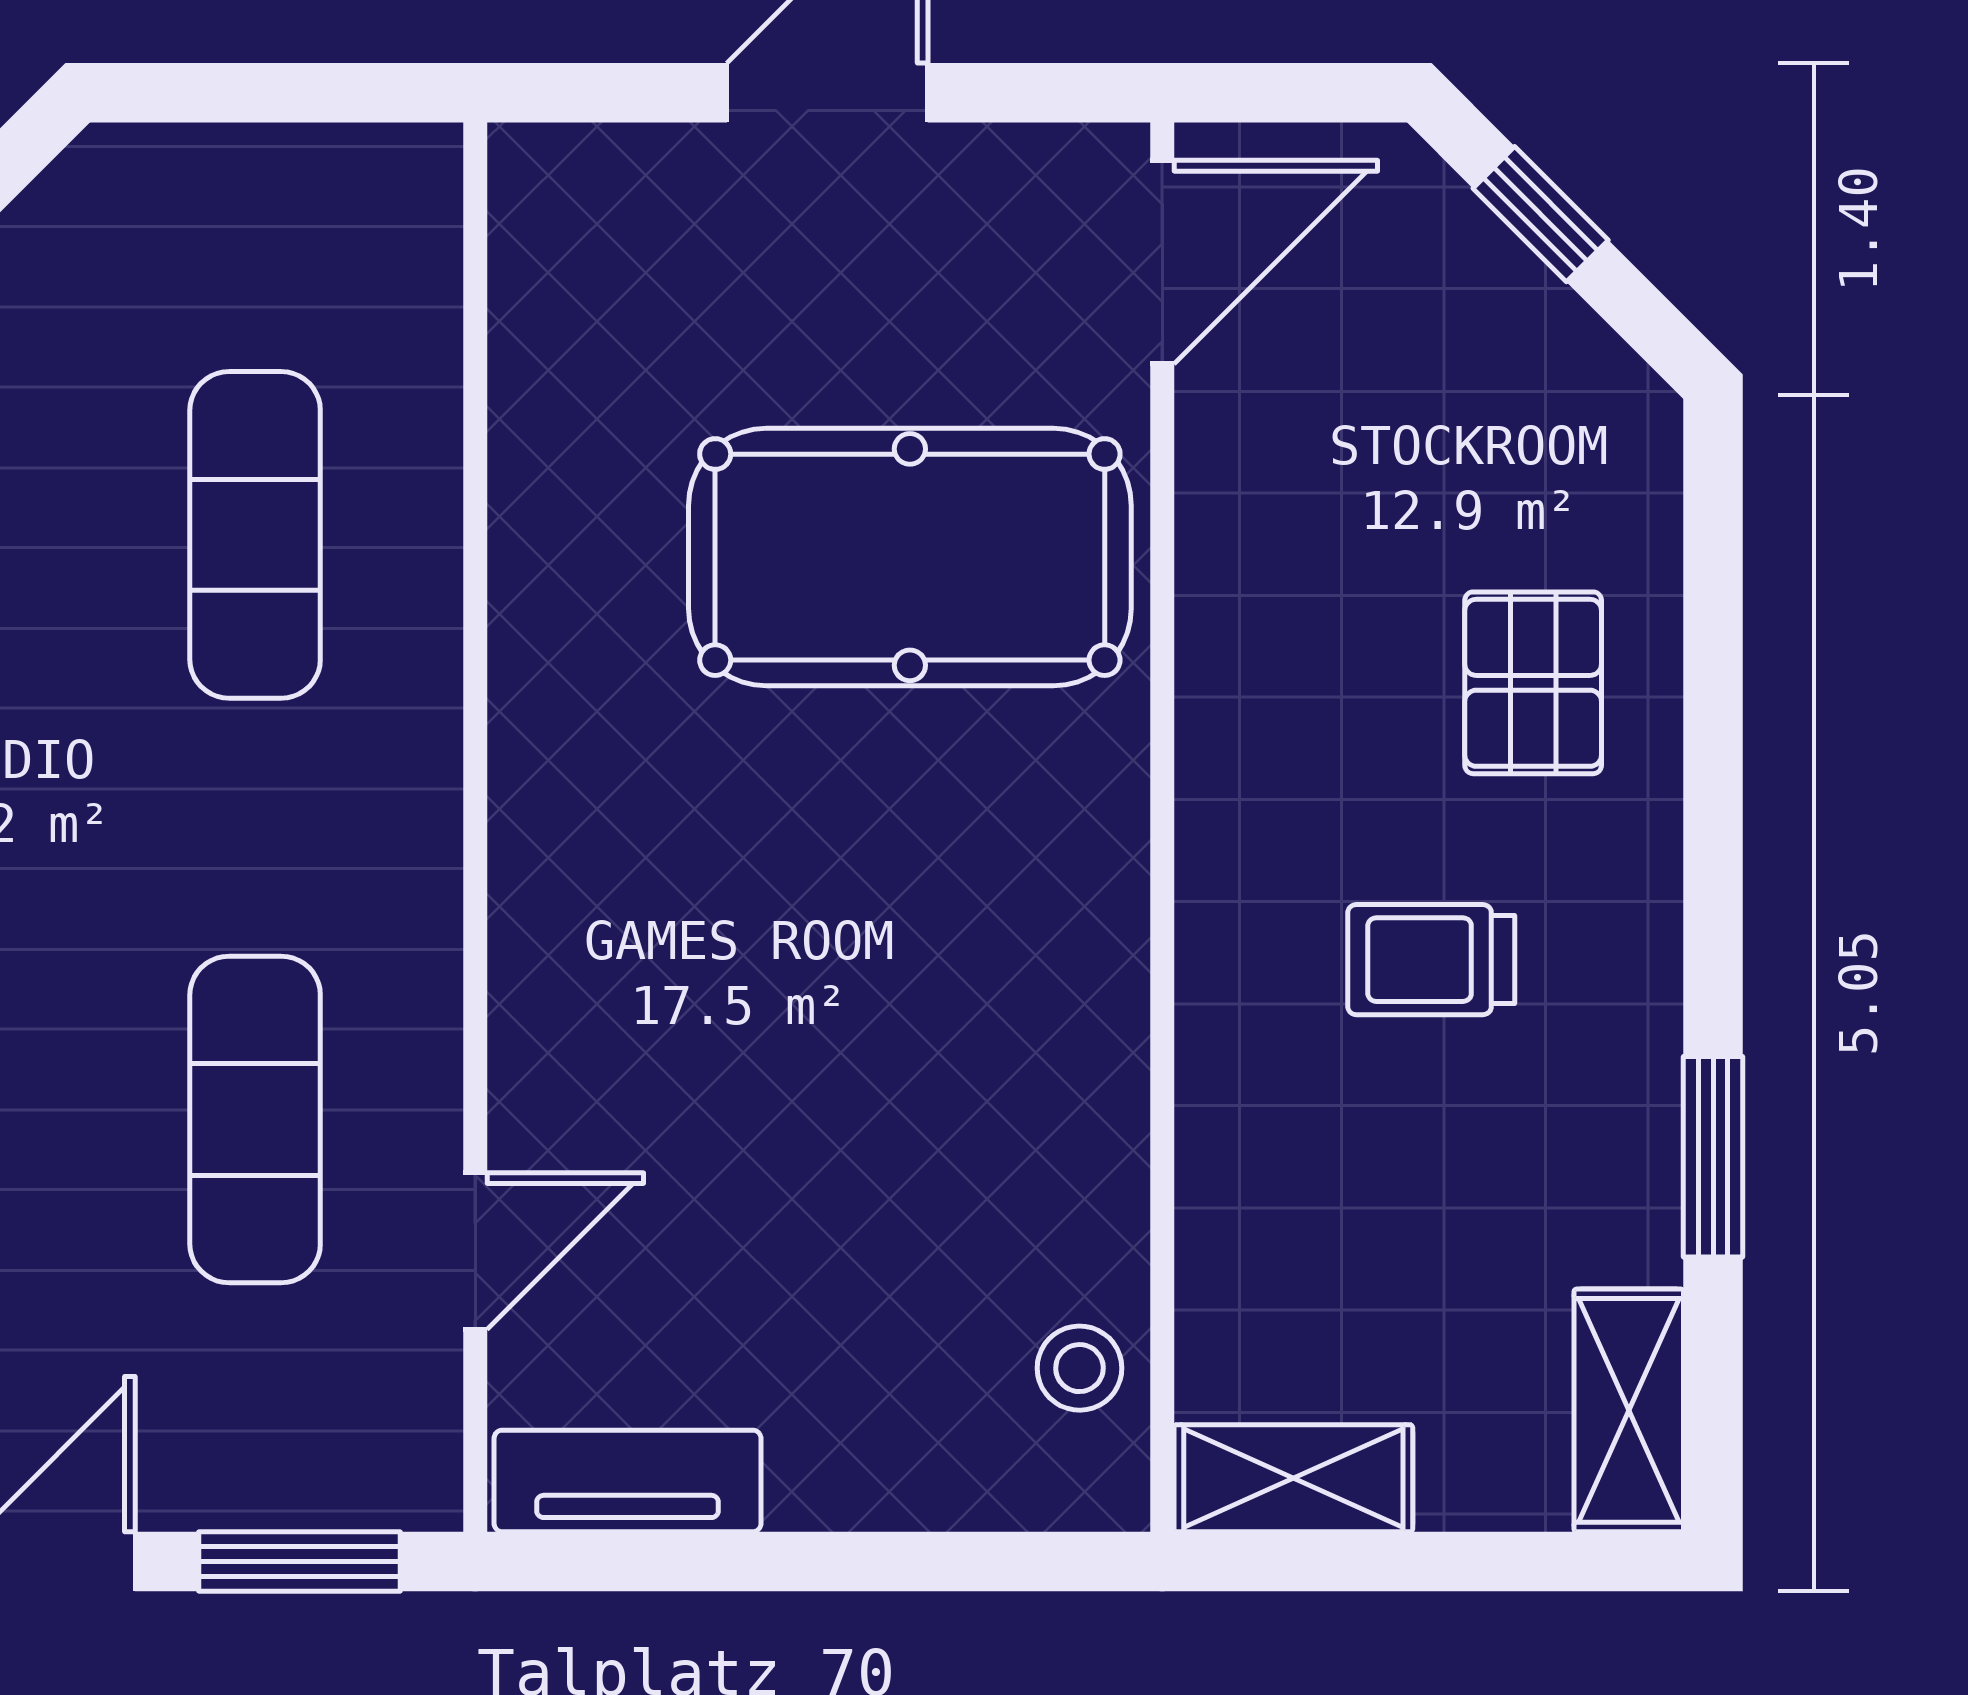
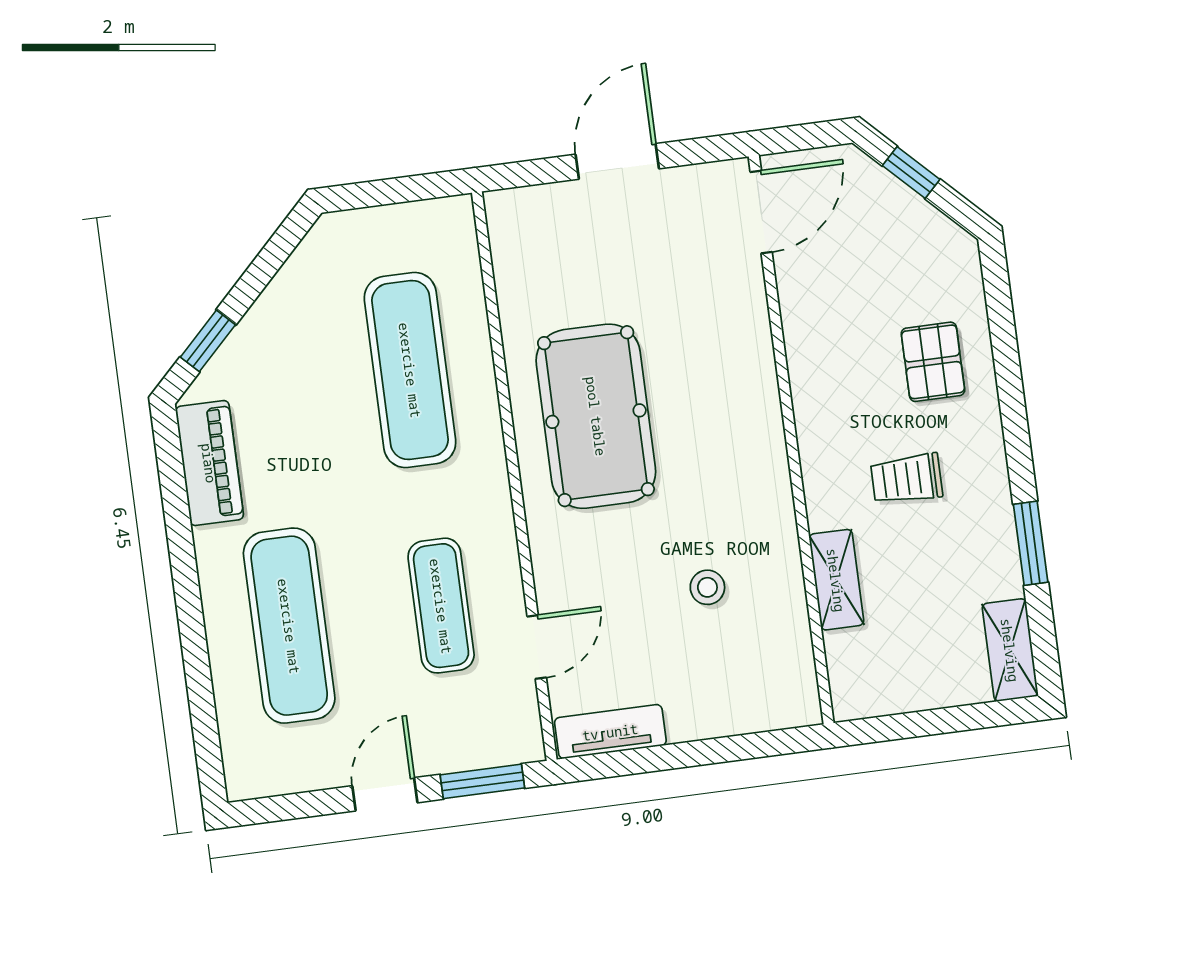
exercise mat: (255, 535) -> (410, 370), width x1.36, depth x1.45
pool table: (910, 557) -> (596, 416), moved, turned 90
stool: (1079, 1368) -> (707, 587), moved
shelving: (1293, 1478) -> (836, 580), moved, turned 90

